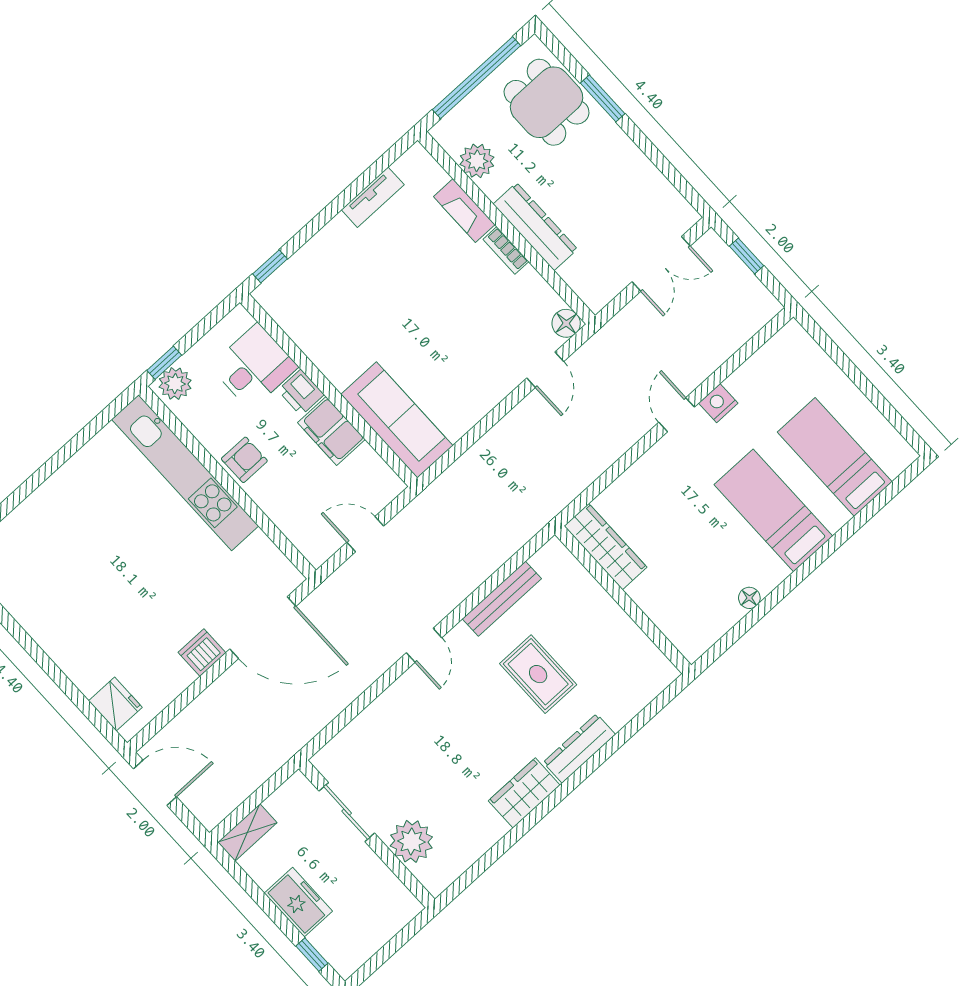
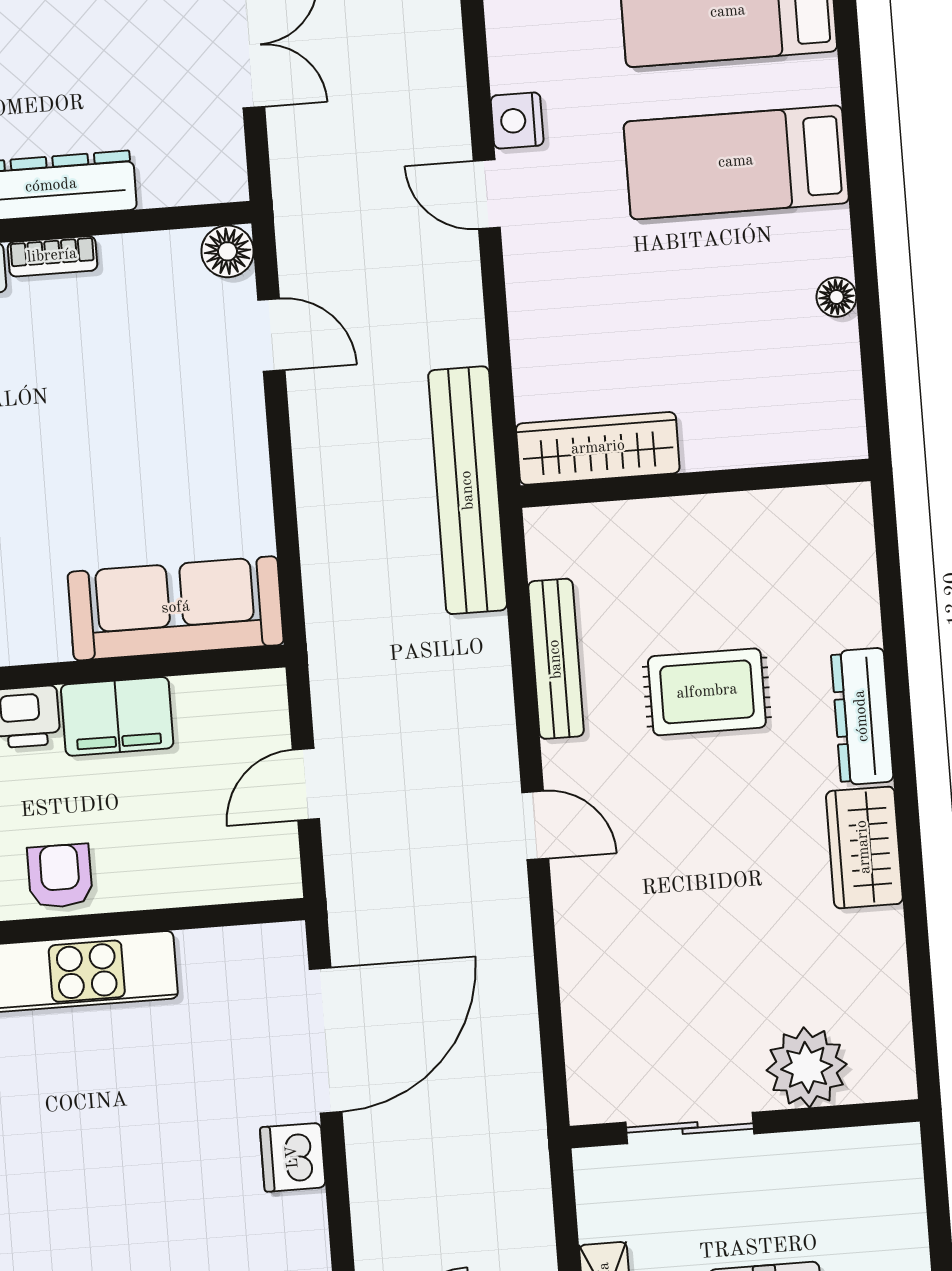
bench: (544, 505) -> (468, 490), added

